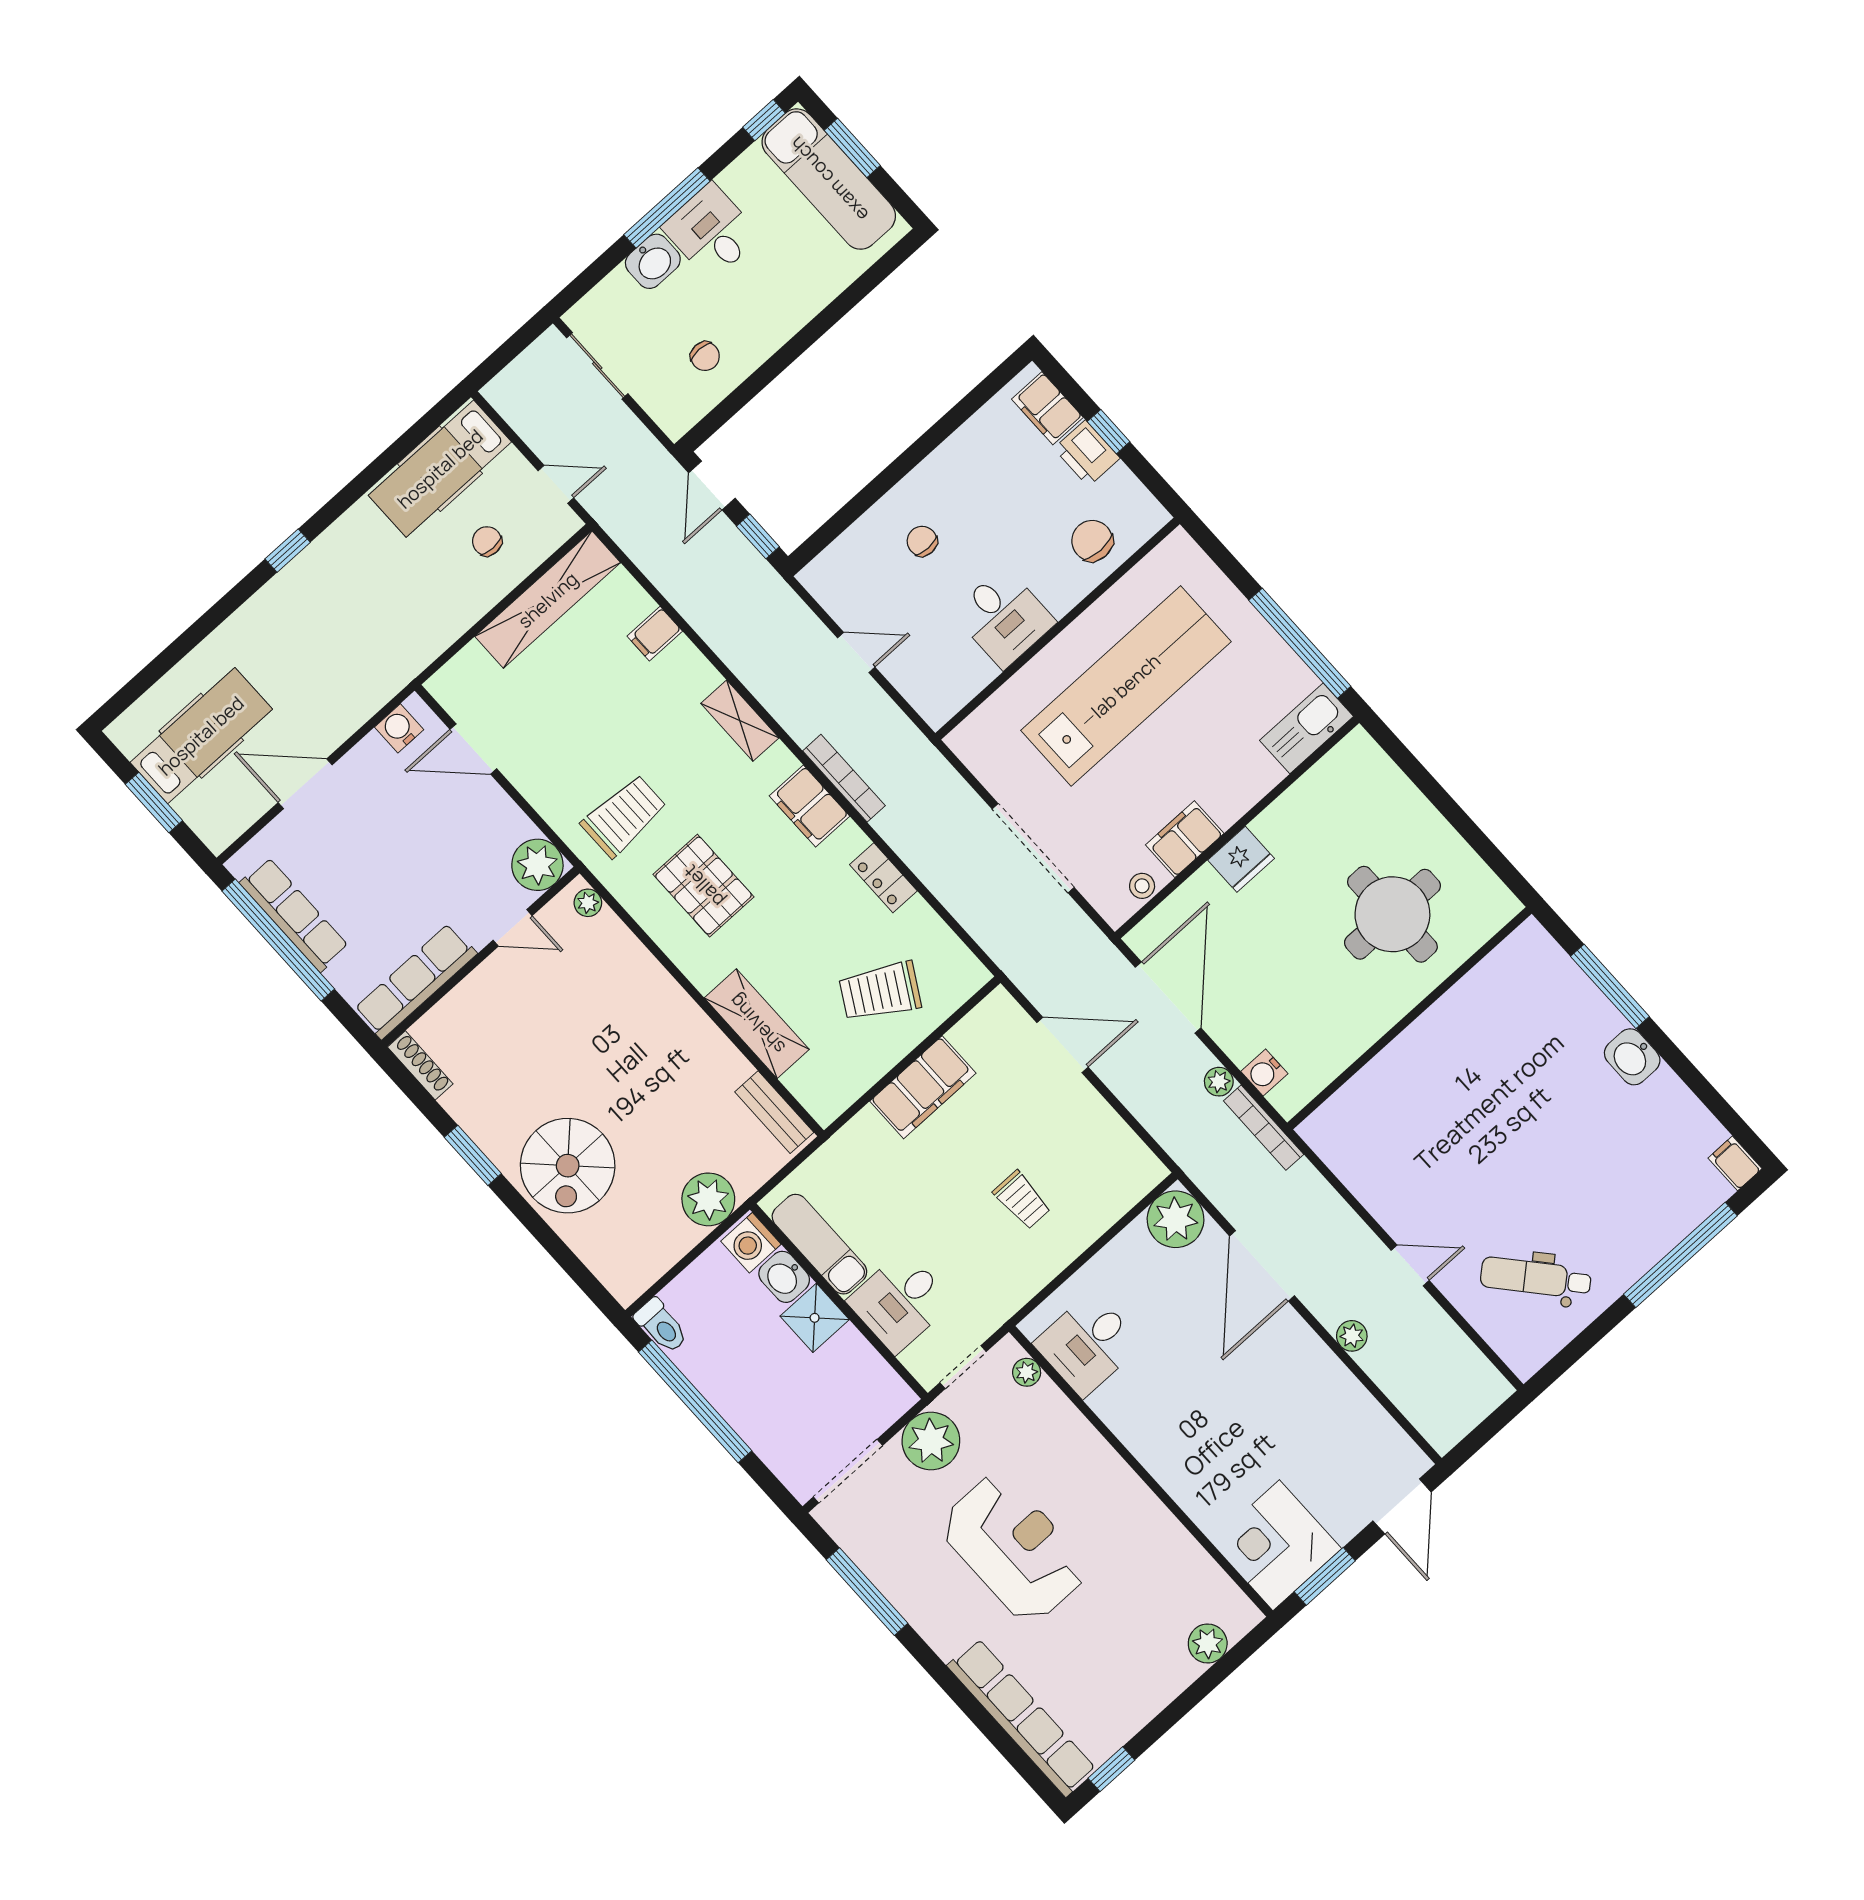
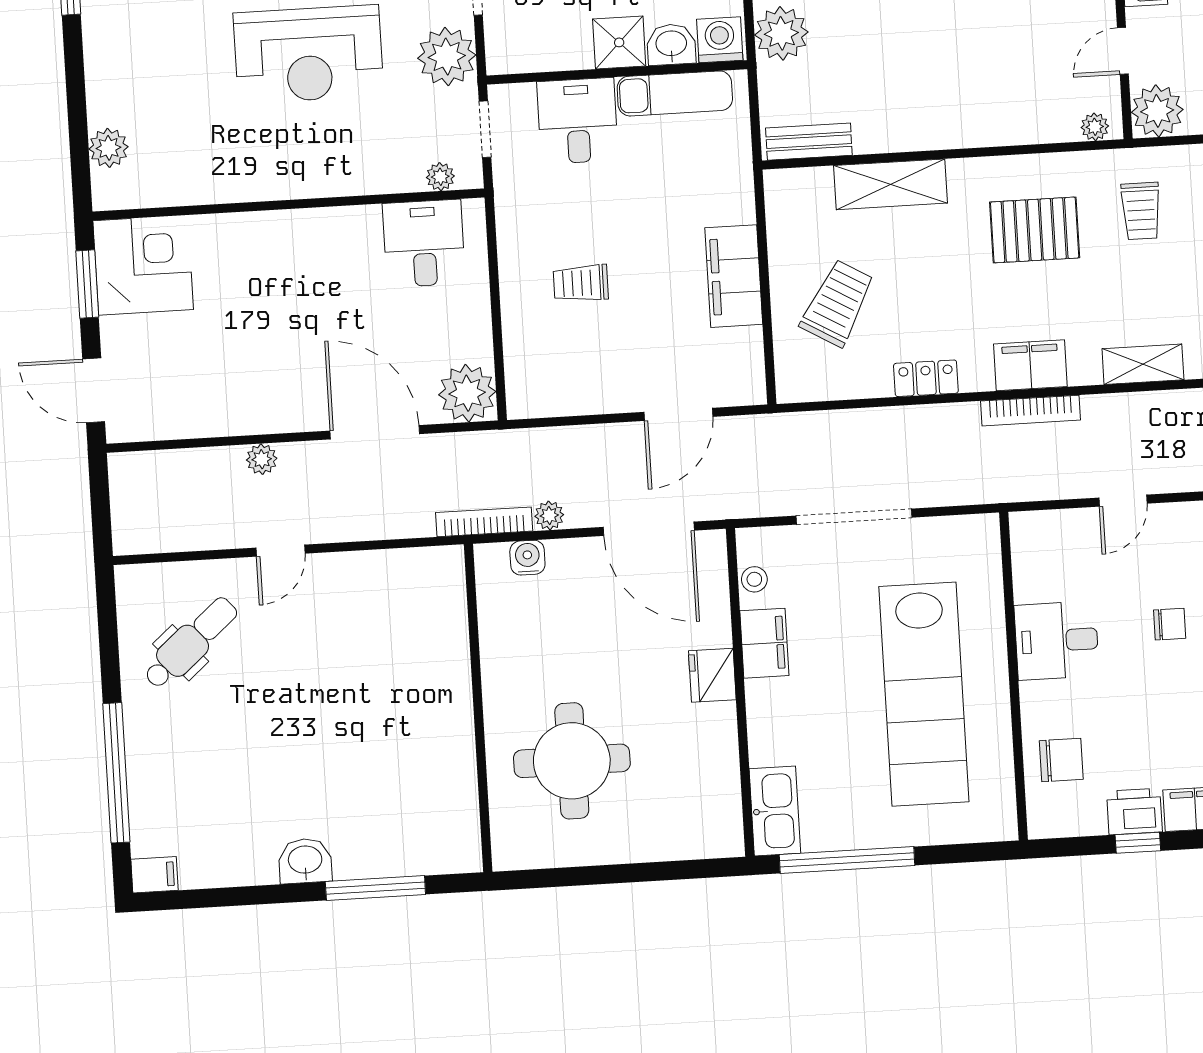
trolley: (624, 816) -> (1141, 211), width x0.73, depth x0.72

